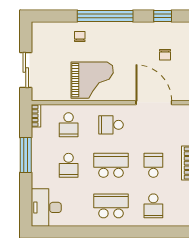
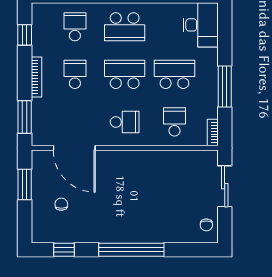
chair: (80, 36) -> (206, 225), moved
grand piano: (92, 80) -> (147, 174), removed
school desk: (69, 165) -> (174, 74), width x1.85
school desk: (111, 165) -> (125, 74), turned 180
school desk: (153, 165) -> (75, 74), turned 180

